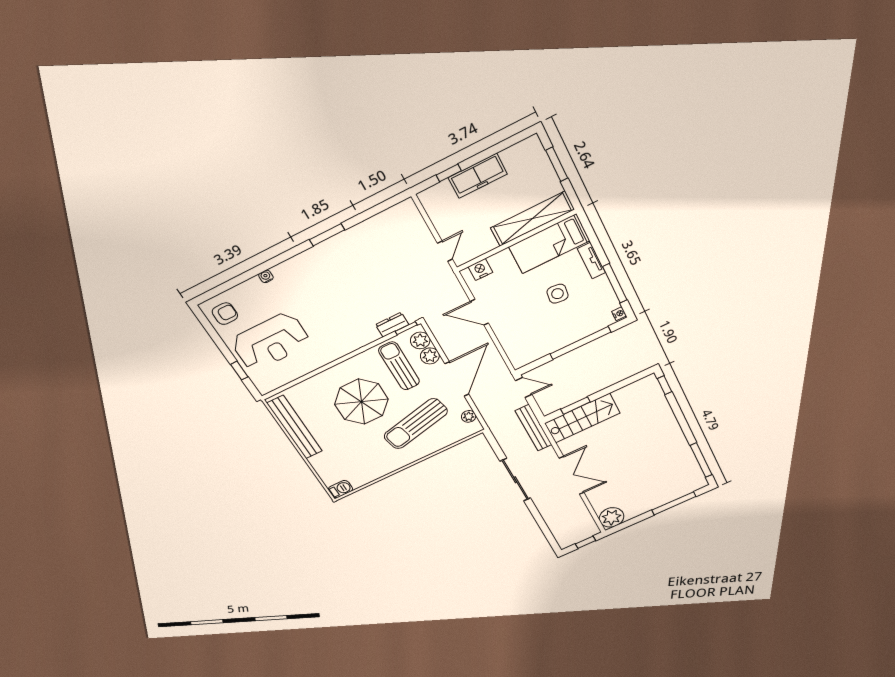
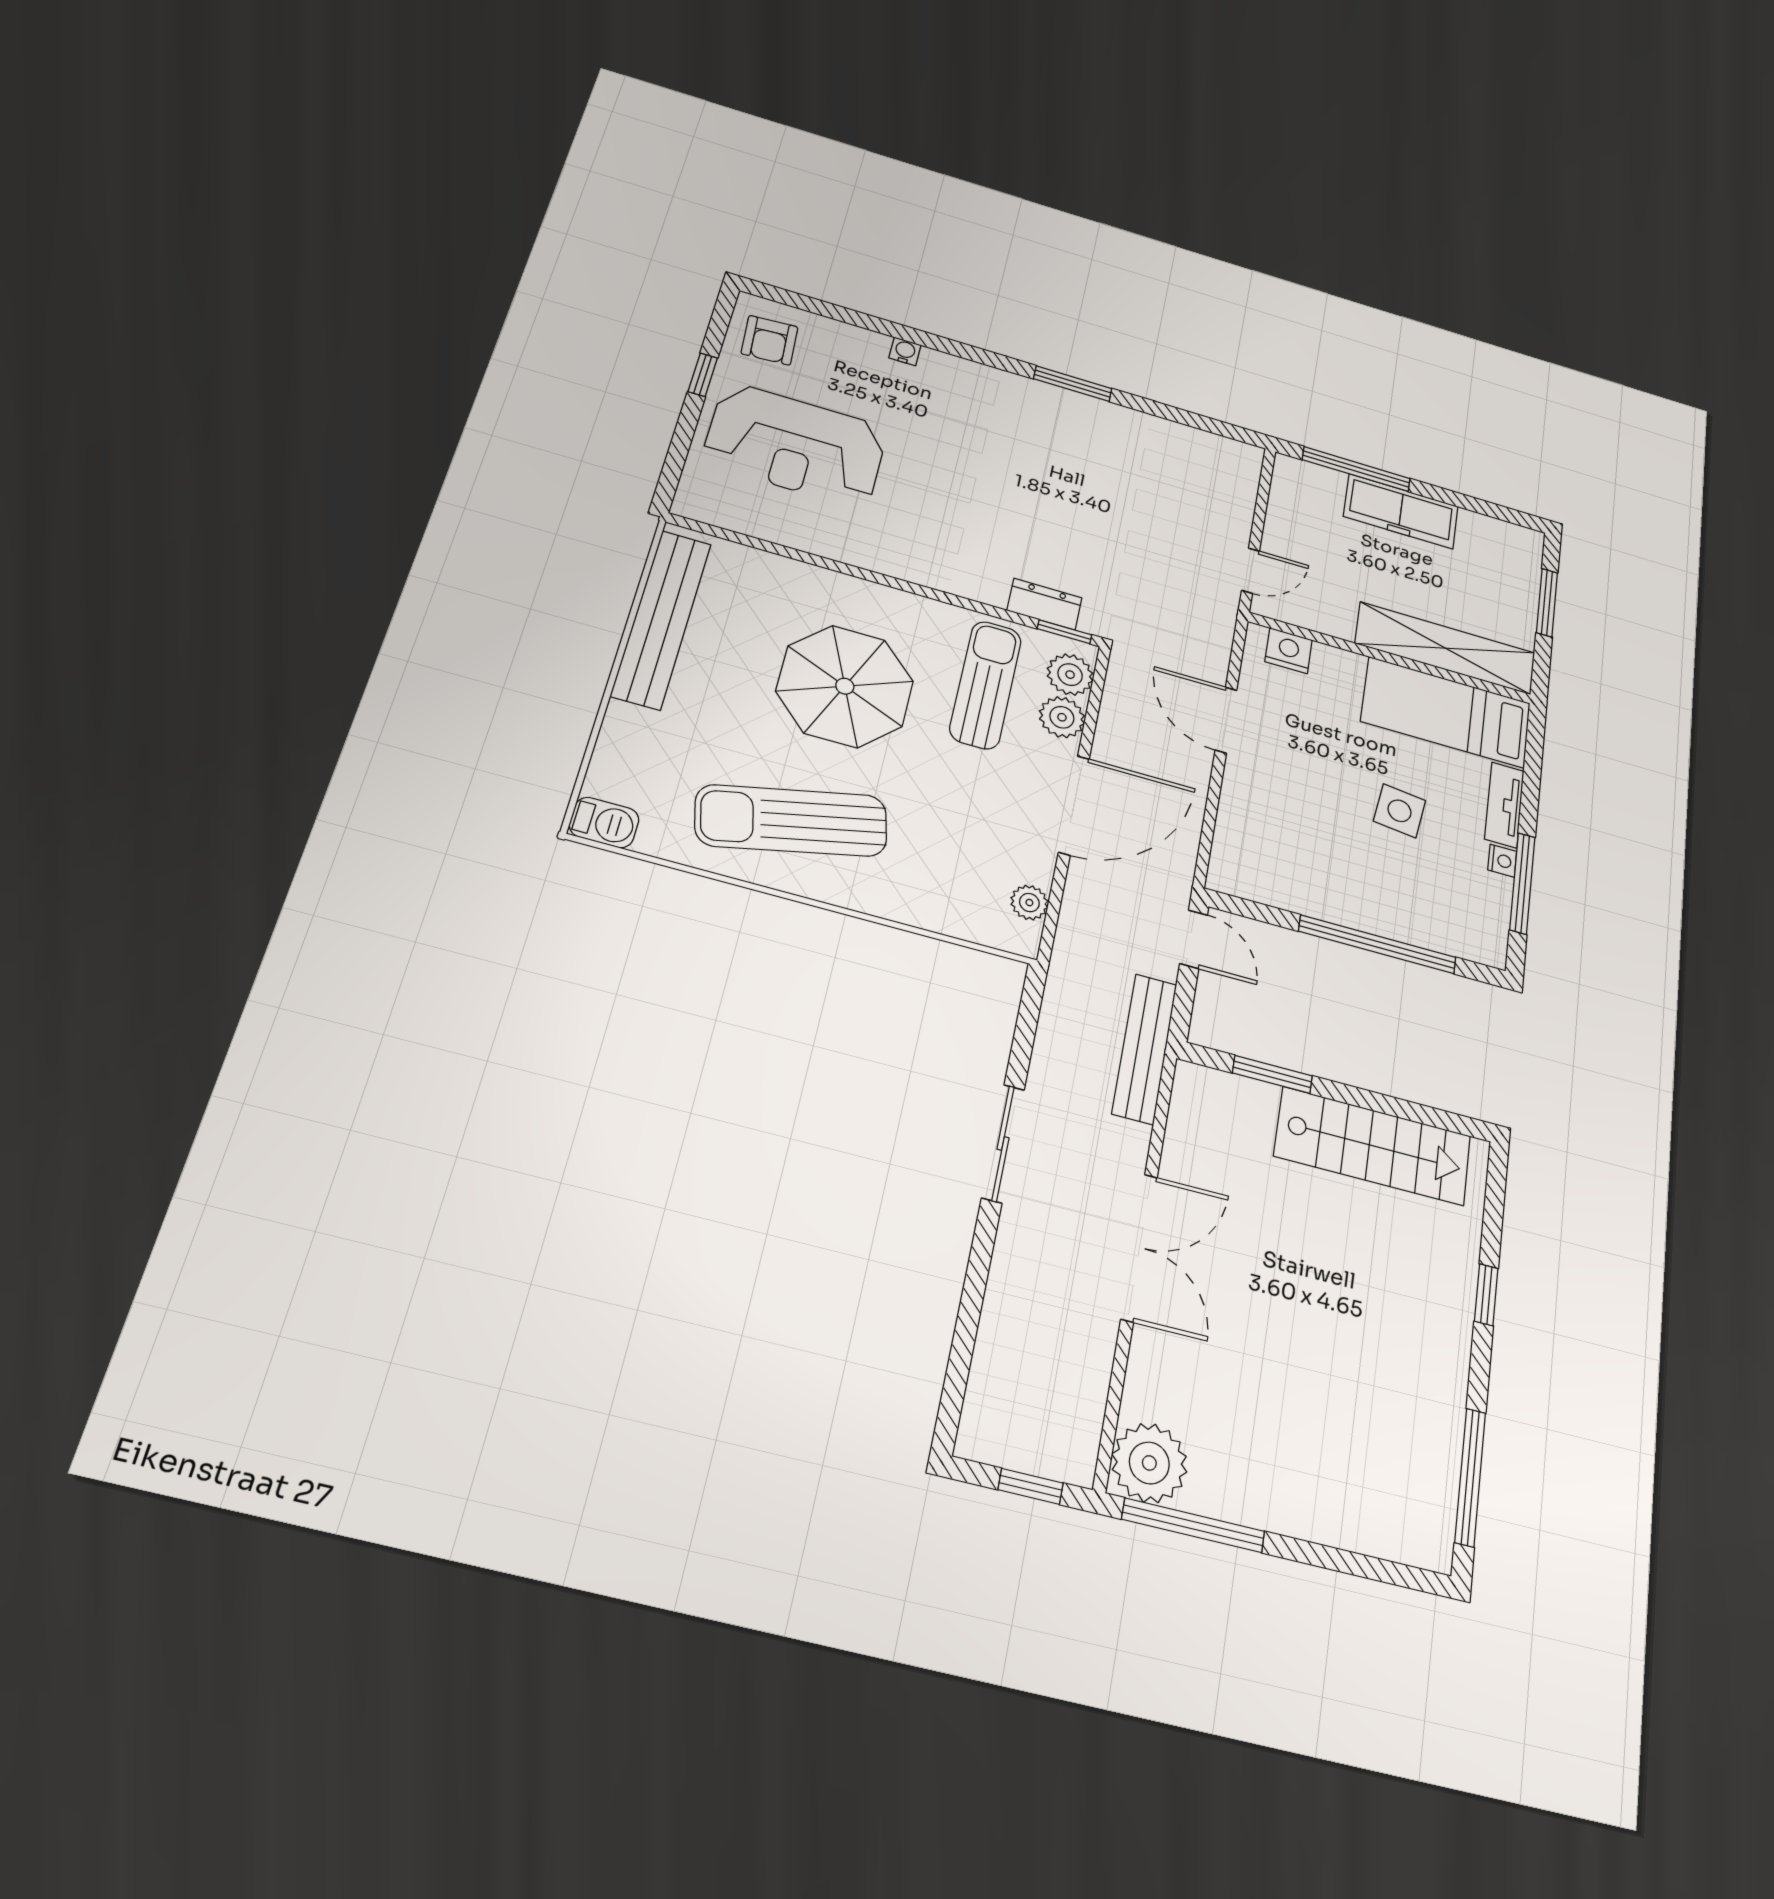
window: (449, 173) -> (1356, 469), width x2.17
armchair: (225, 314) -> (770, 340), turned 86
nightstand: (619, 314) -> (1502, 861), moved
window: (239, 371) -> (703, 375), moved
window: (664, 385) -> (1486, 1295), moved
stairs: (582, 418) -> (1373, 1146), moved
sun lounger: (416, 424) -> (791, 820), moved
sliding door: (515, 480) -> (1003, 1143), width x0.73
window: (674, 503) -> (1193, 1525), moved

